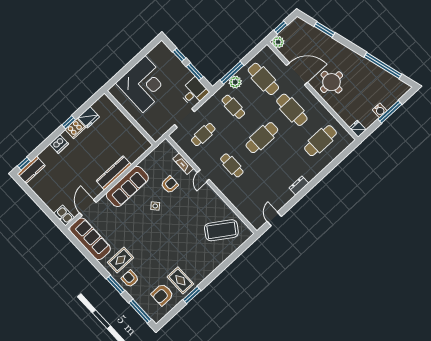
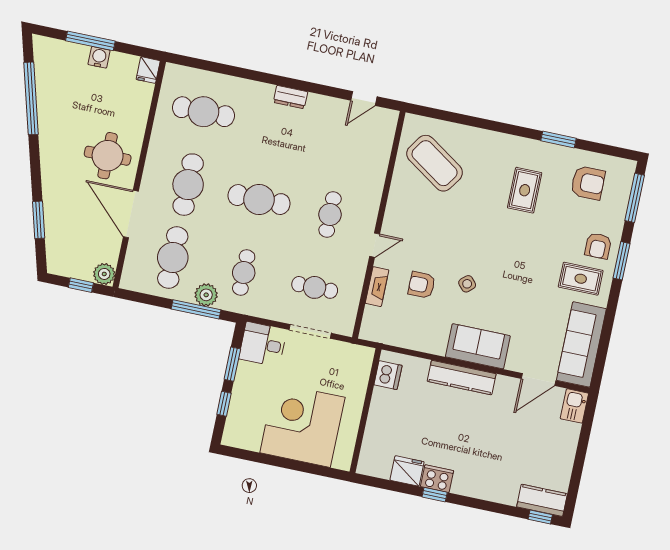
dishwasher: (59, 144) -> (388, 375), moved, turned 90
sofa: (127, 186) -> (478, 346), width x0.73
rug: (180, 280) -> (525, 190), moved

